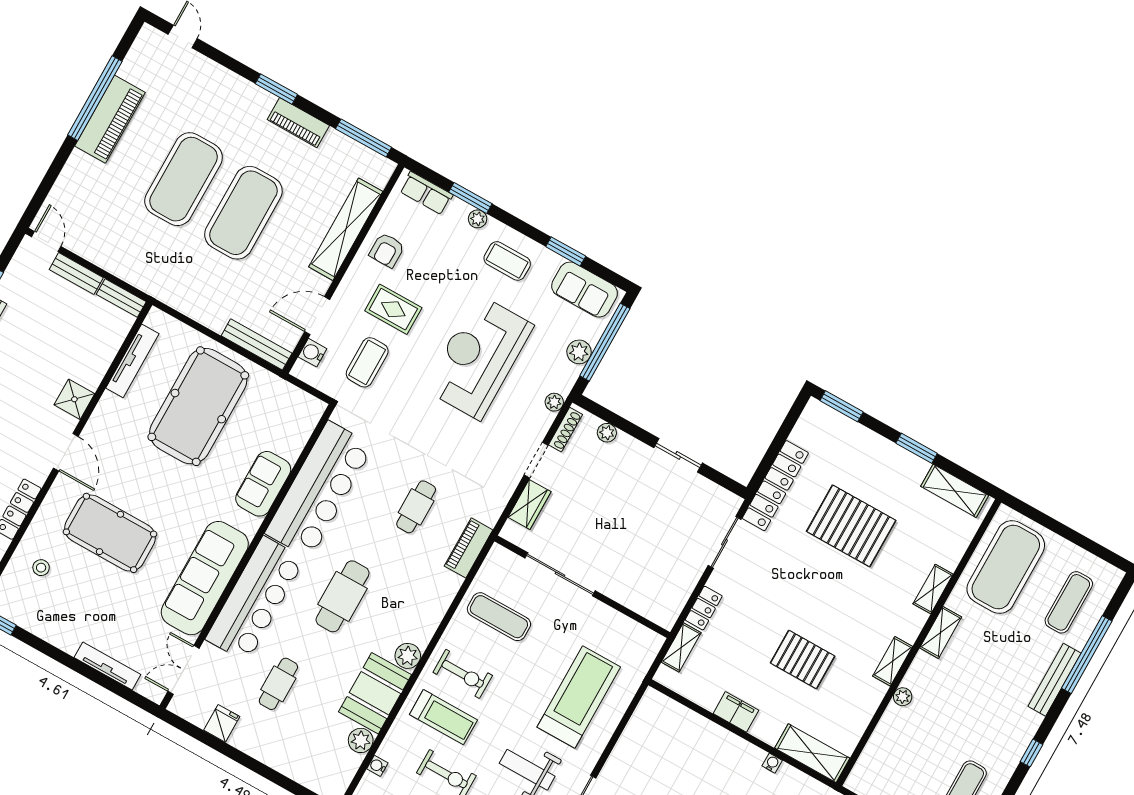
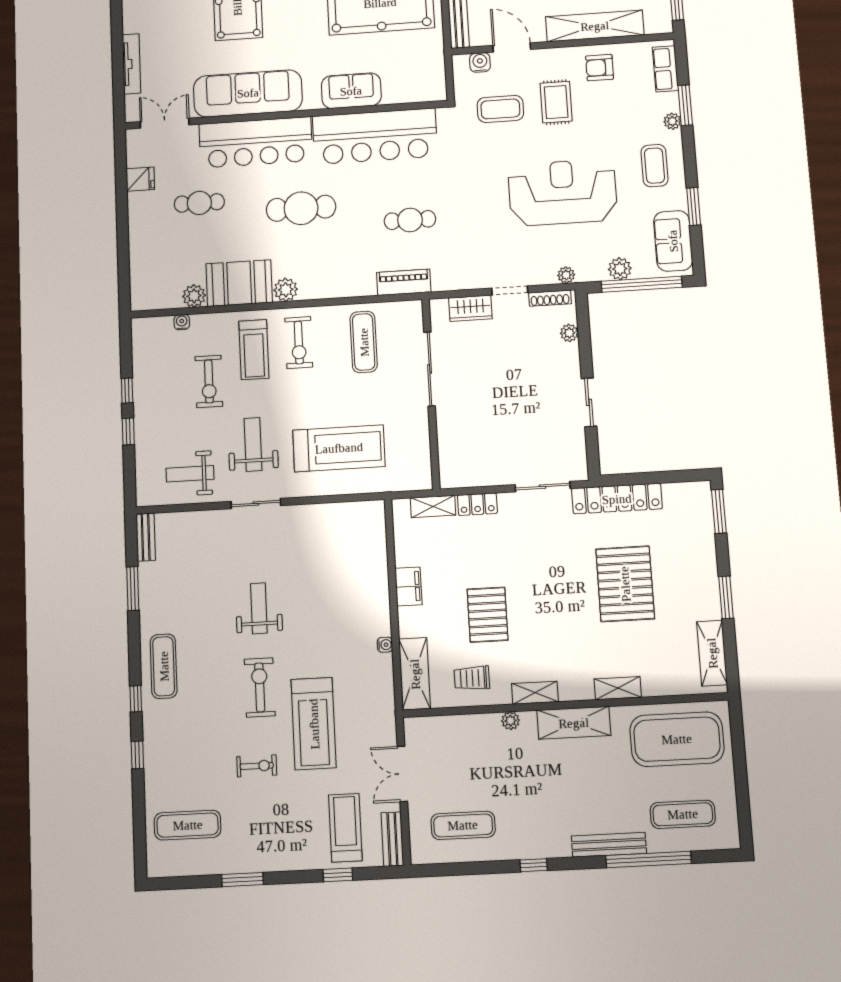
shelving: (941, 632) -> (574, 723), width x1.50, depth x1.33
trolley: (847, 707) -> (472, 678), added

